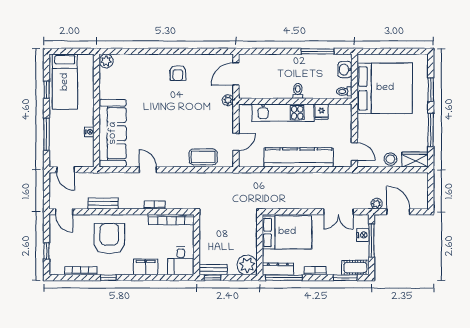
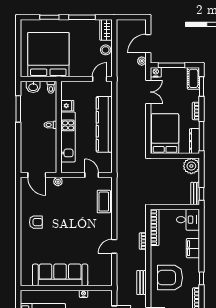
plant: (106, 61) -> (26, 280), removed
sofa: (113, 133) -> (60, 275), moved
nightstand: (363, 235) -> (156, 72), moved

